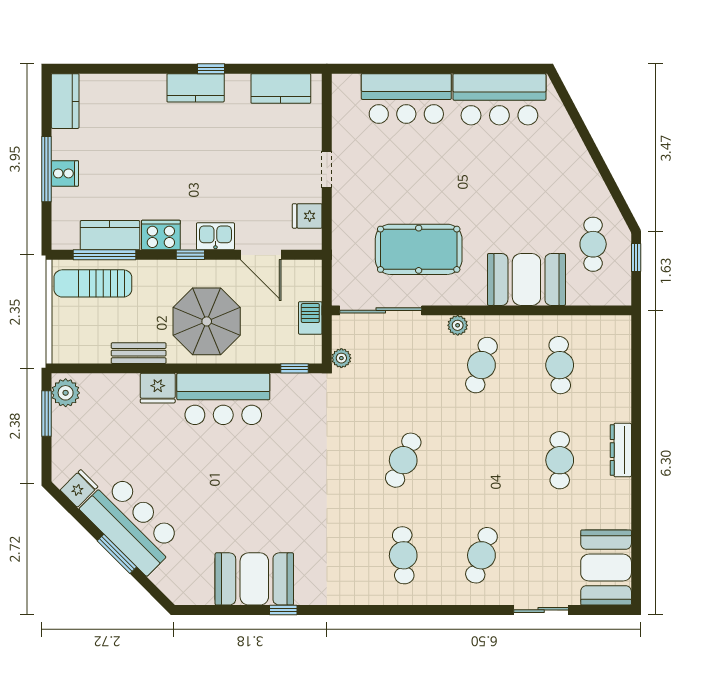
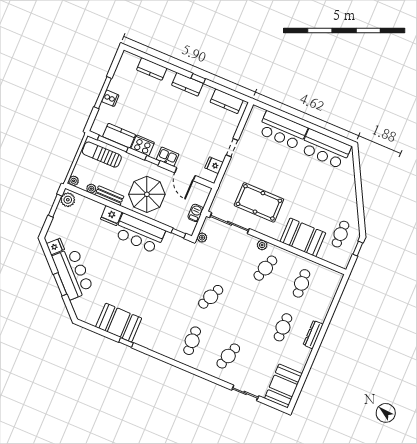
kitchen counter: (65, 101) -> (152, 69), moved, turned 90
plant: (61, 354) -> (74, 181), added
plant: (100, 354) -> (91, 189), added

